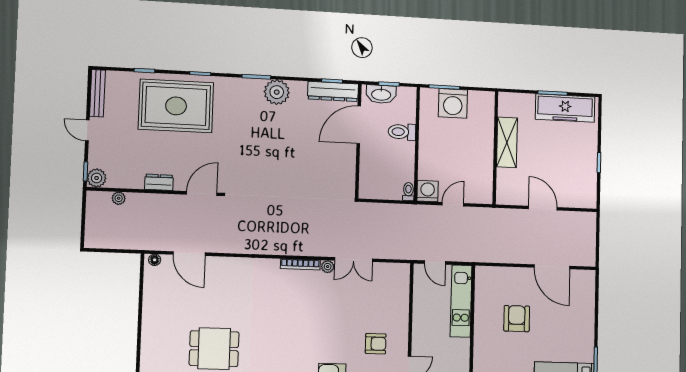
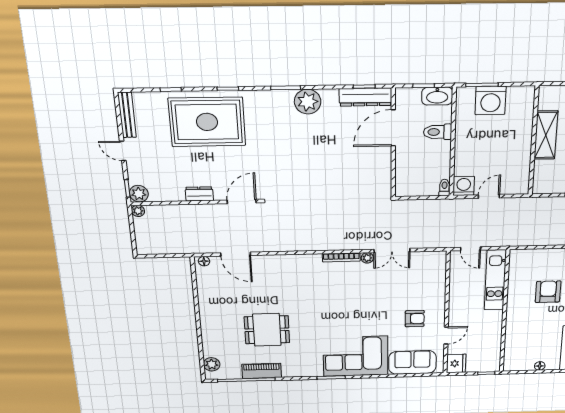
washbasin: (381, 94) -> (437, 96), moved
plant: (119, 198) -> (138, 211), moved

